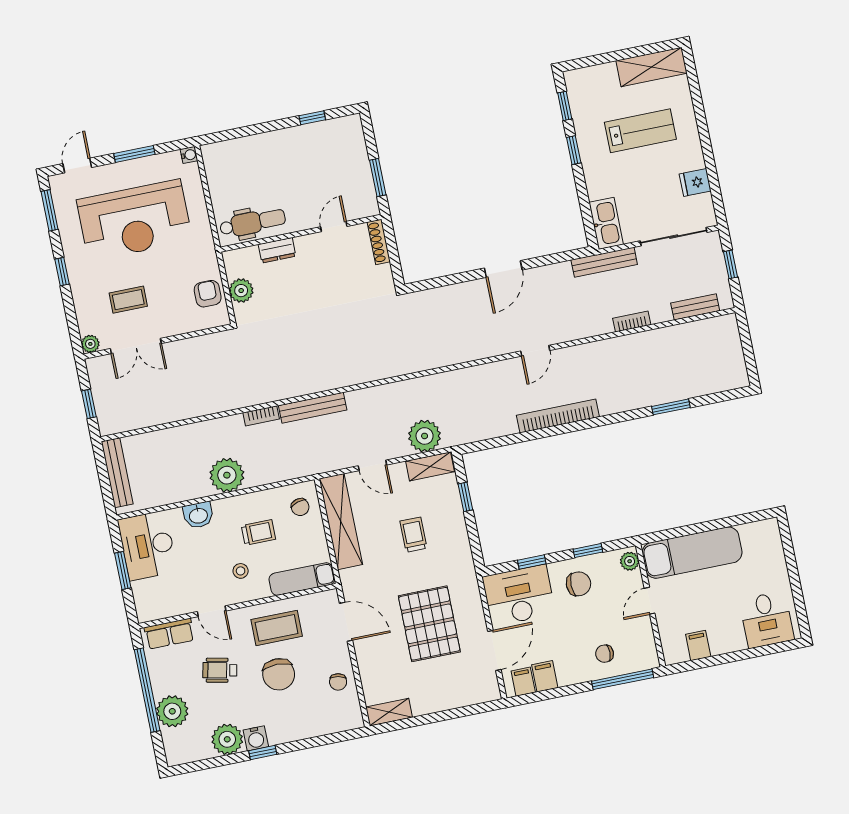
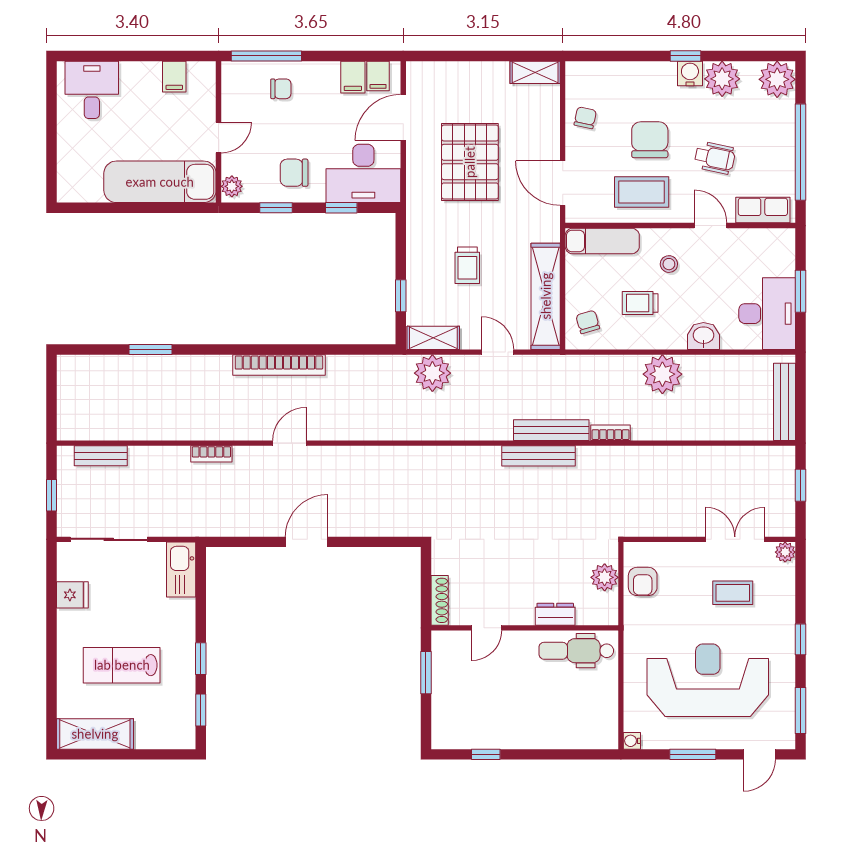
bench: (604, 262) -> (538, 456), moved
bookcase: (632, 322) -> (211, 454), moved
plant: (172, 711) -> (777, 79), moved

